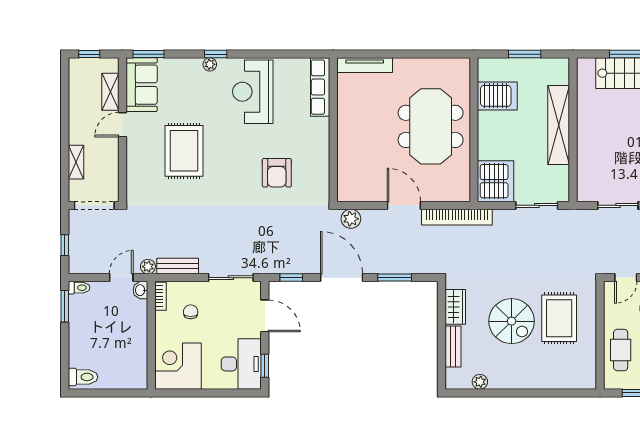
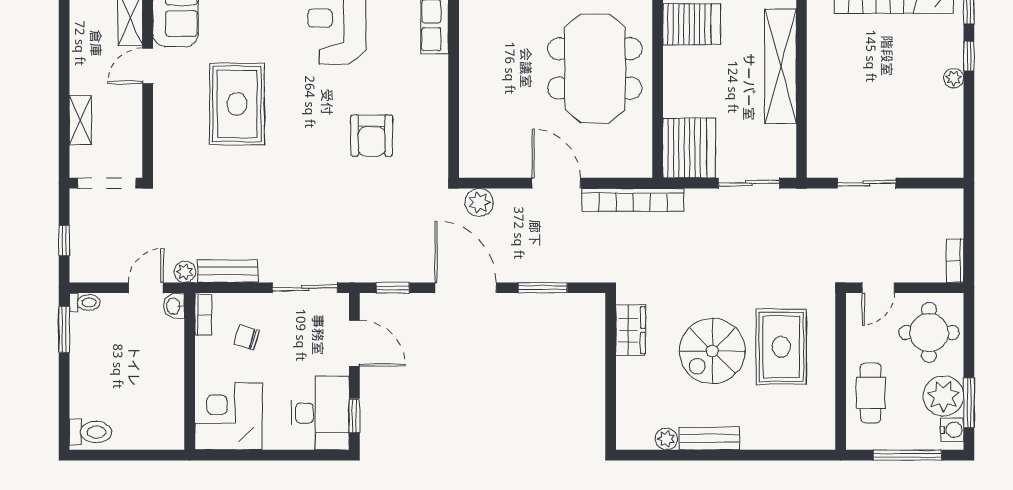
chair: (191, 312) -> (247, 337), turned -73
spiral stairs: (512, 321) -> (712, 351), turned 90
bench: (453, 346) -> (709, 438), moved, turned 90

